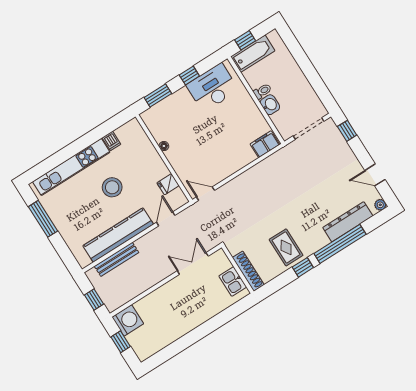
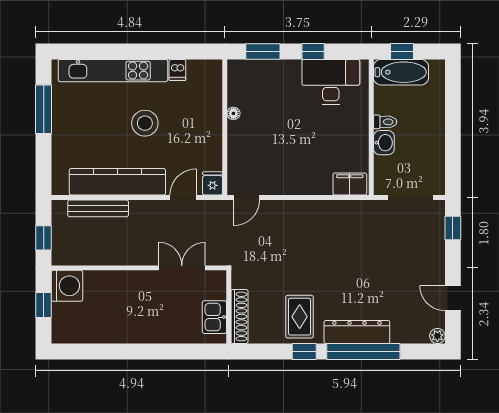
fridge: (168, 184) -> (213, 183), moved, turned 90
door: (205, 194) -> (247, 198), swing flipped
dresser: (348, 222) -> (357, 332), moved

